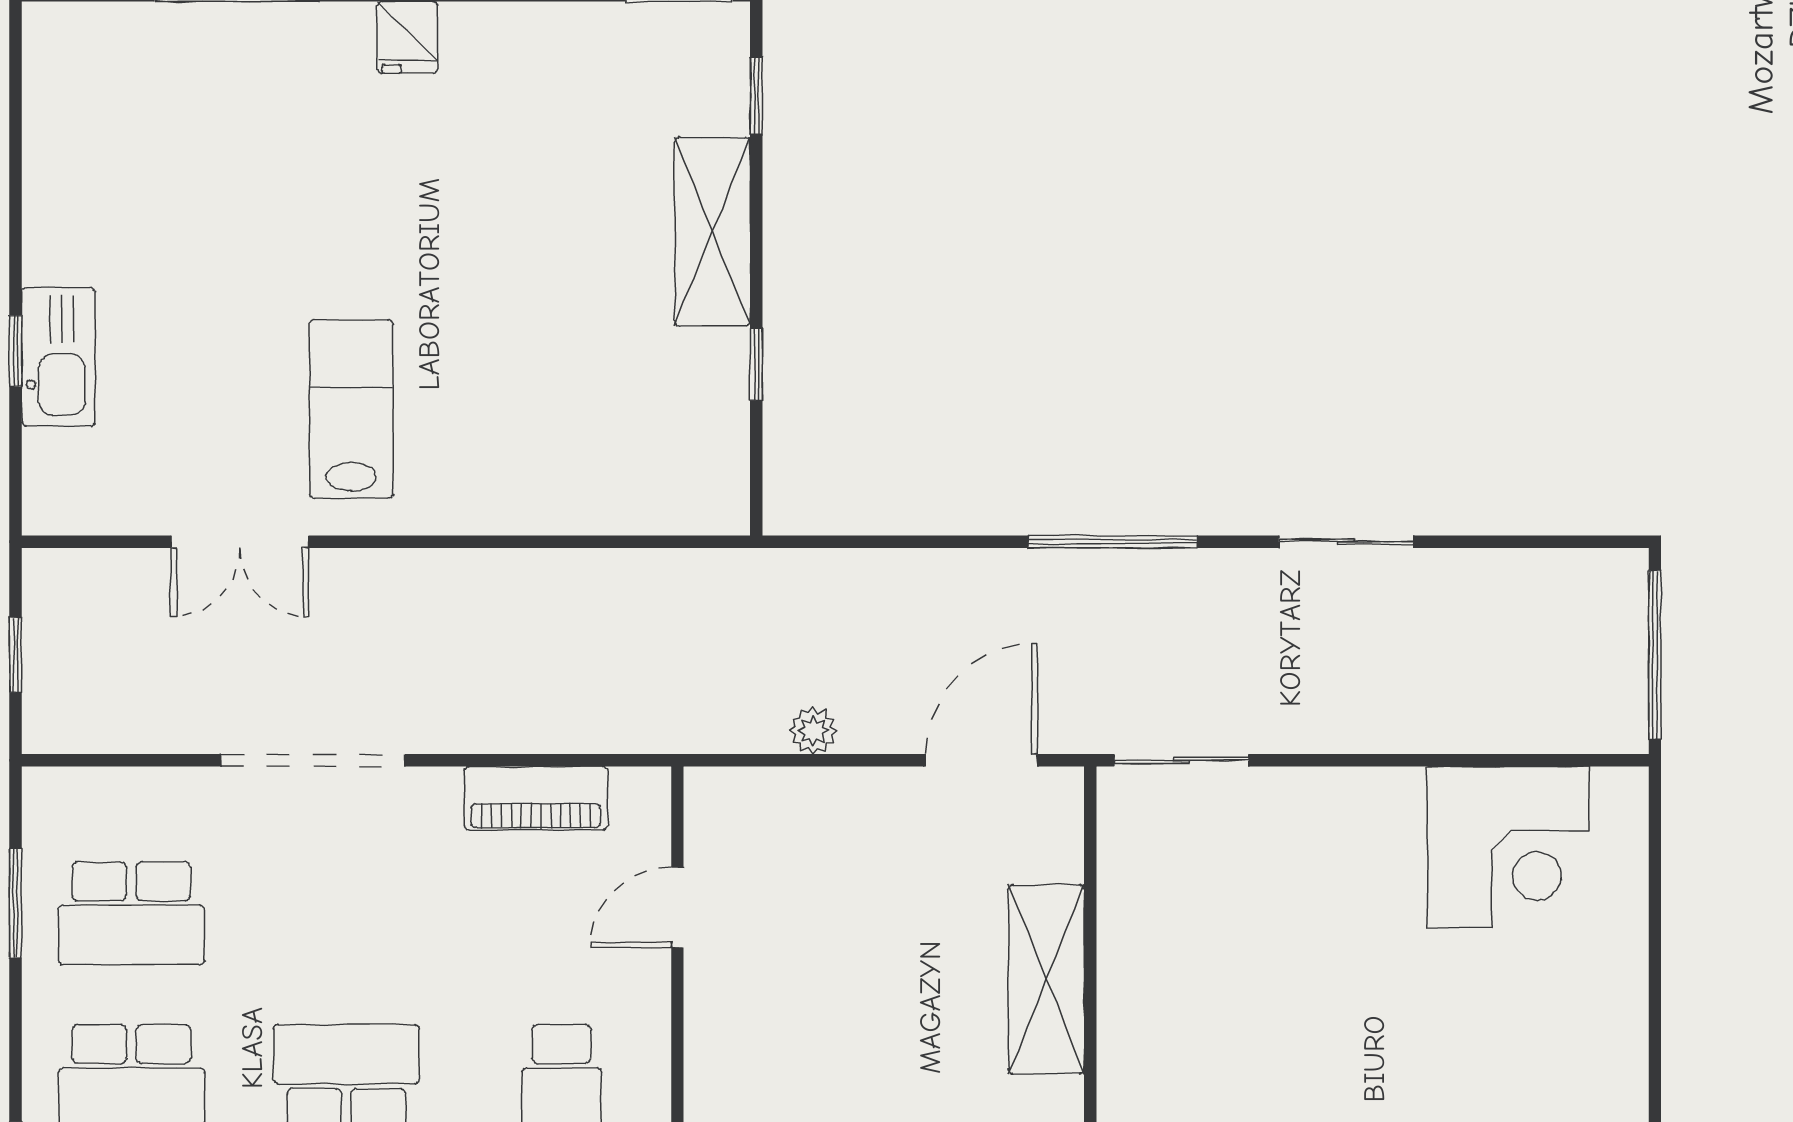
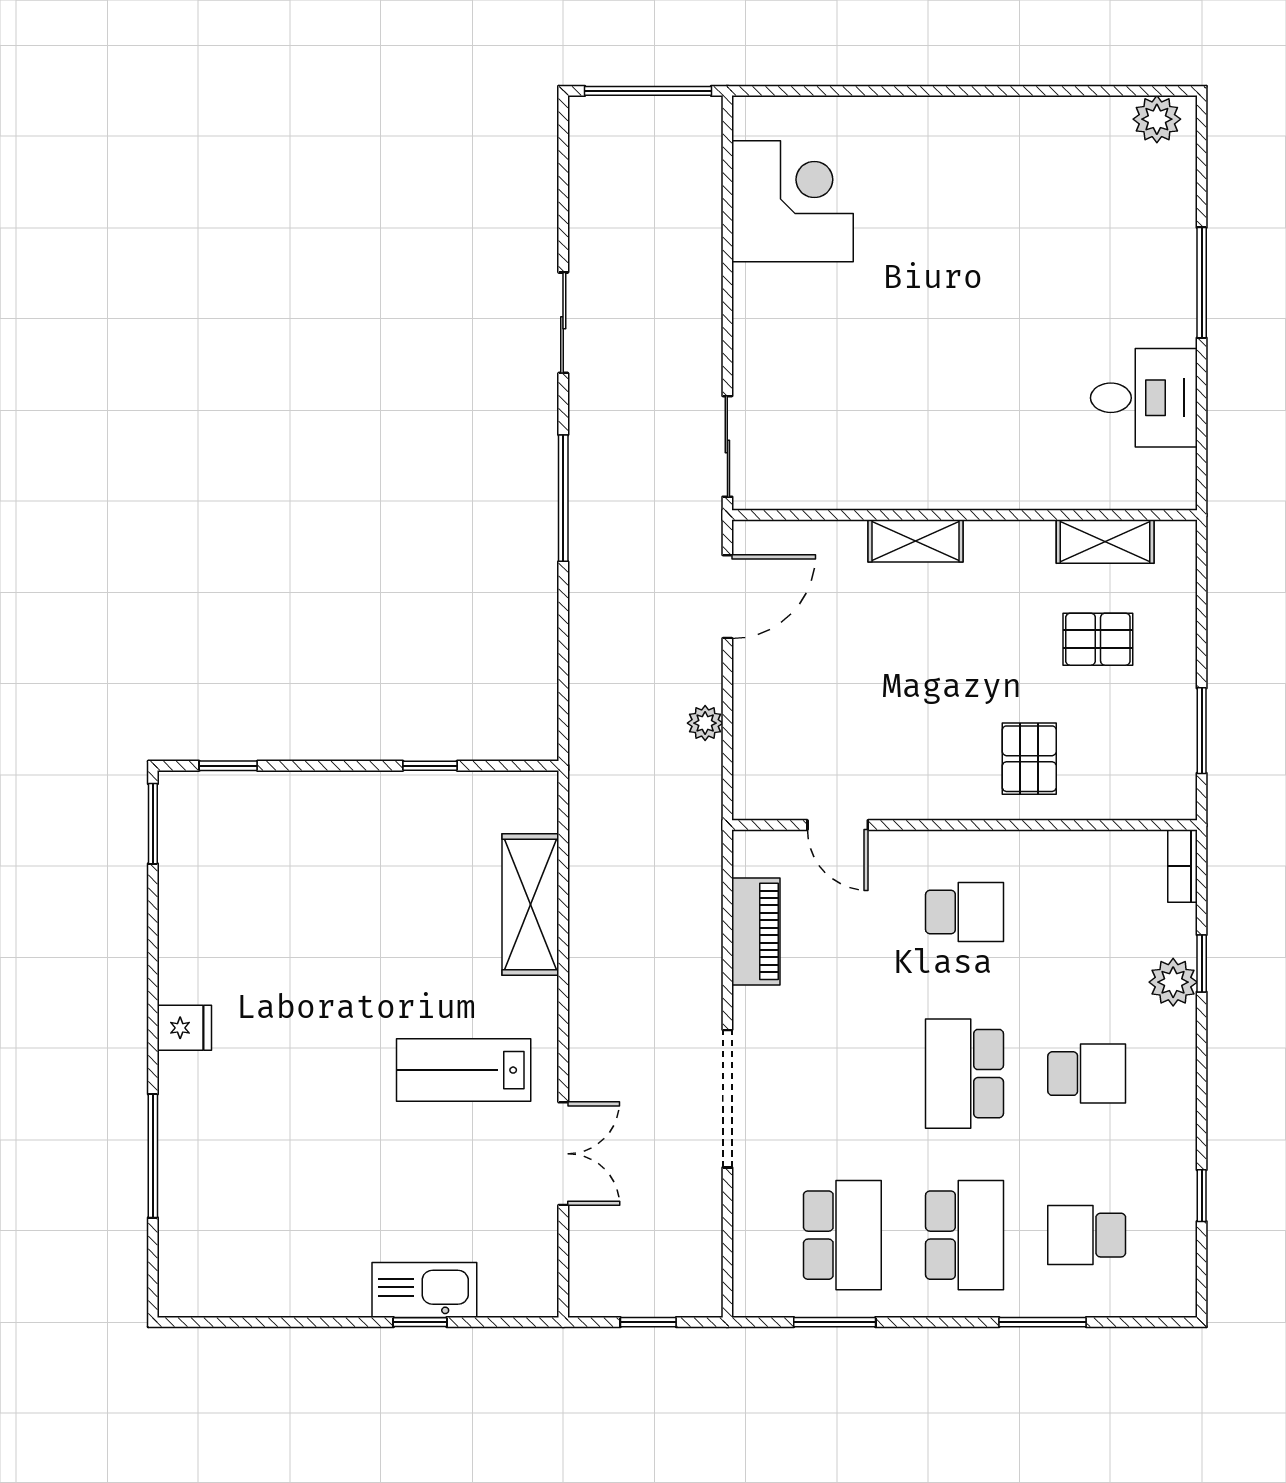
shelving: (713, 232) -> (530, 905), moved, turned 90
door: (982, 760) -> (727, 597), swing flipped
shelving: (1046, 979) -> (915, 541), width x0.67, depth x0.75

